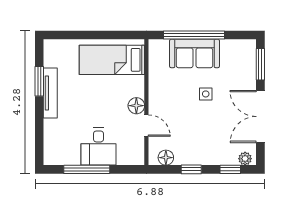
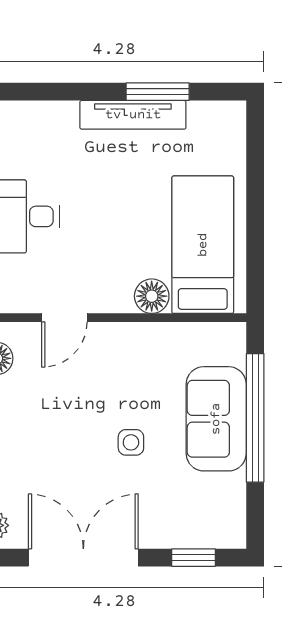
window: (260, 64) -> (194, 558), width x0.67
floor lamp: (136, 106) -> (152, 296), moved

